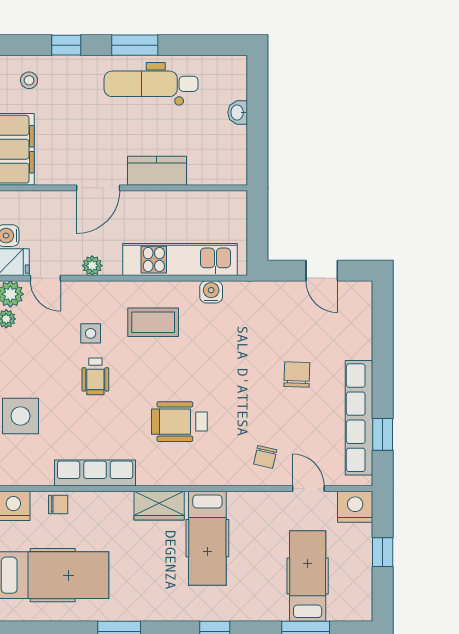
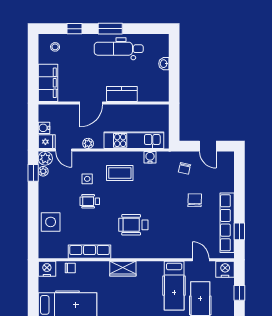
wheelchair: (95, 376) -> (90, 201), turned 90
chair: (265, 457) -> (184, 168), moved
hospital bed: (207, 538) -> (174, 286), moved

